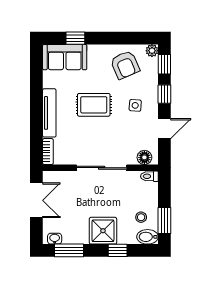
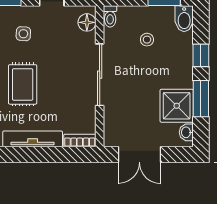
double door: (36, 200) -> (139, 155), swing flipped
stool: (141, 217) -> (147, 40), moved
shower: (103, 231) -> (177, 106), moved
window: (69, 250) -> (201, 99), moved

